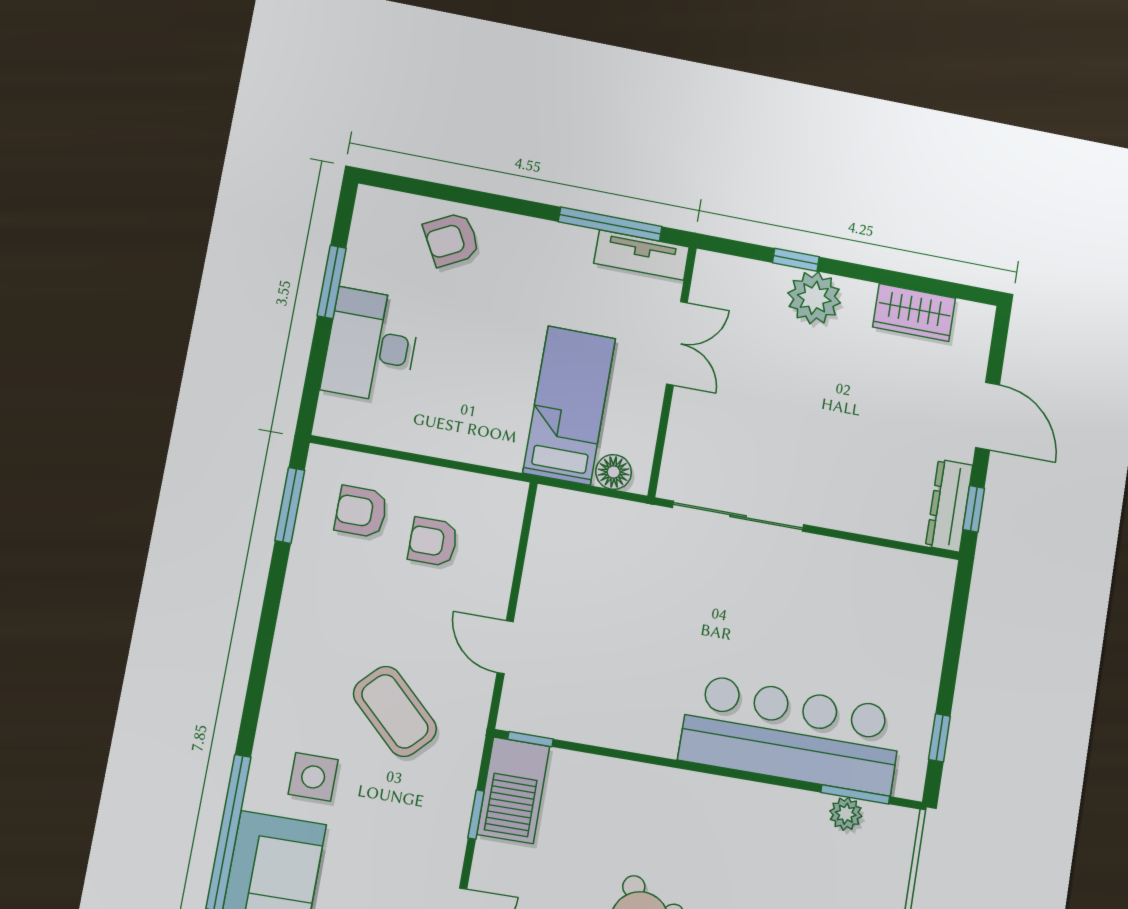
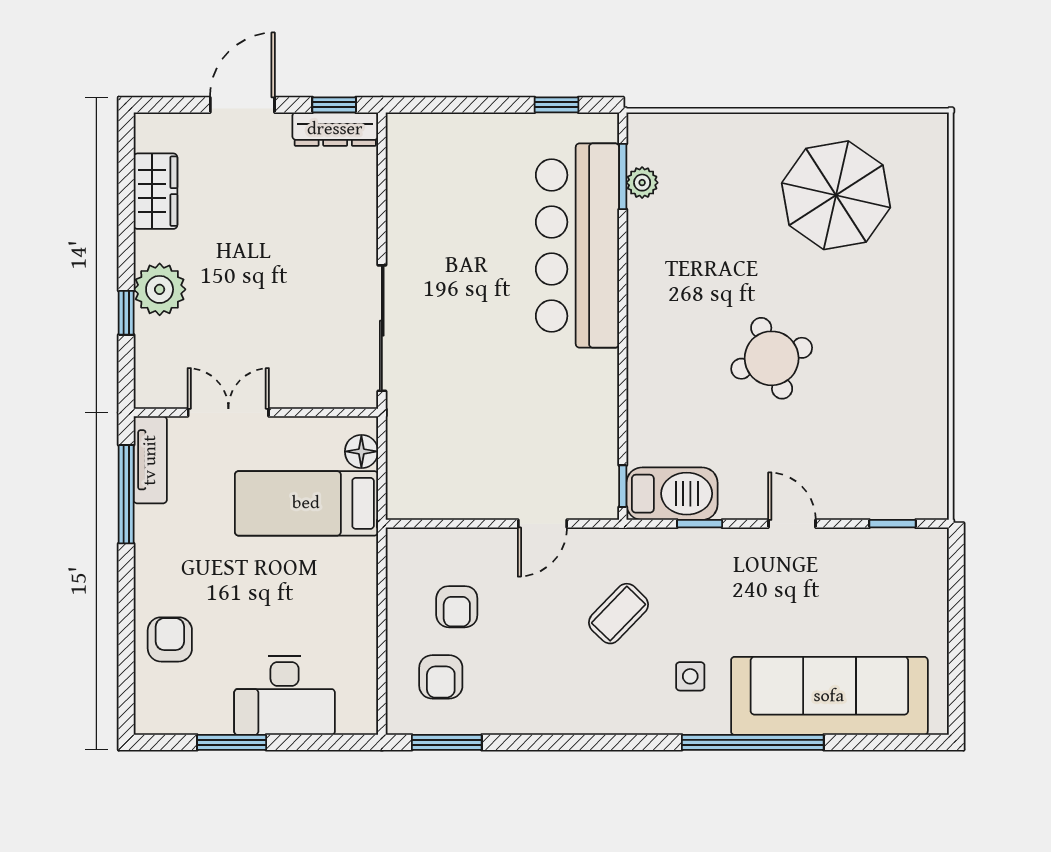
armchair: (452, 239) -> (170, 639), turned -152
coffee table: (395, 711) -> (618, 614), width x0.73, depth x0.77
side table: (313, 777) -> (690, 676), width x0.73, depth x0.73

